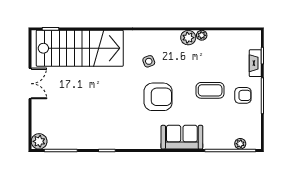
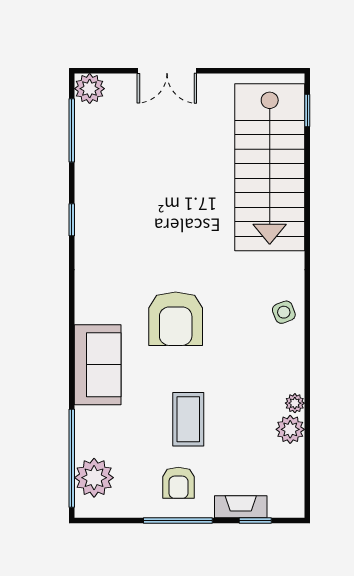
plant: (188, 38) -> (290, 429), moved
side table: (149, 61) -> (284, 312), moved
double door: (30, 84) -> (167, 71), moved
plant: (240, 144) -> (94, 478), width x1.88, depth x1.88

